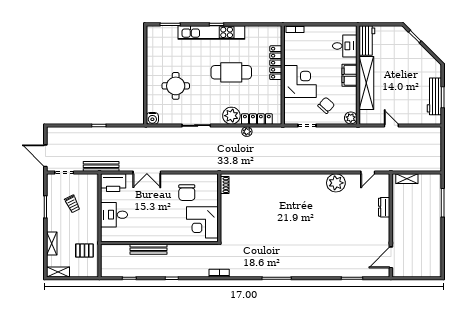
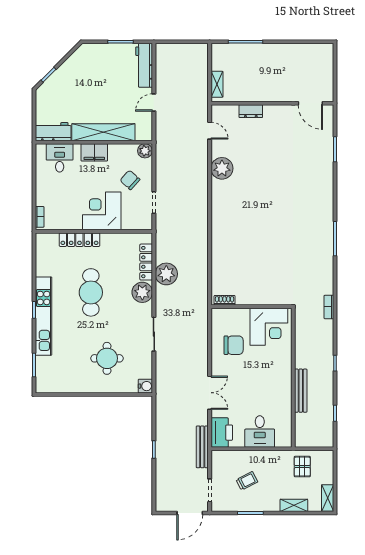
workbench: (434, 96) -> (144, 65), moved, turned 90
plant: (247, 132) -> (166, 274), width x1.88, depth x1.88

